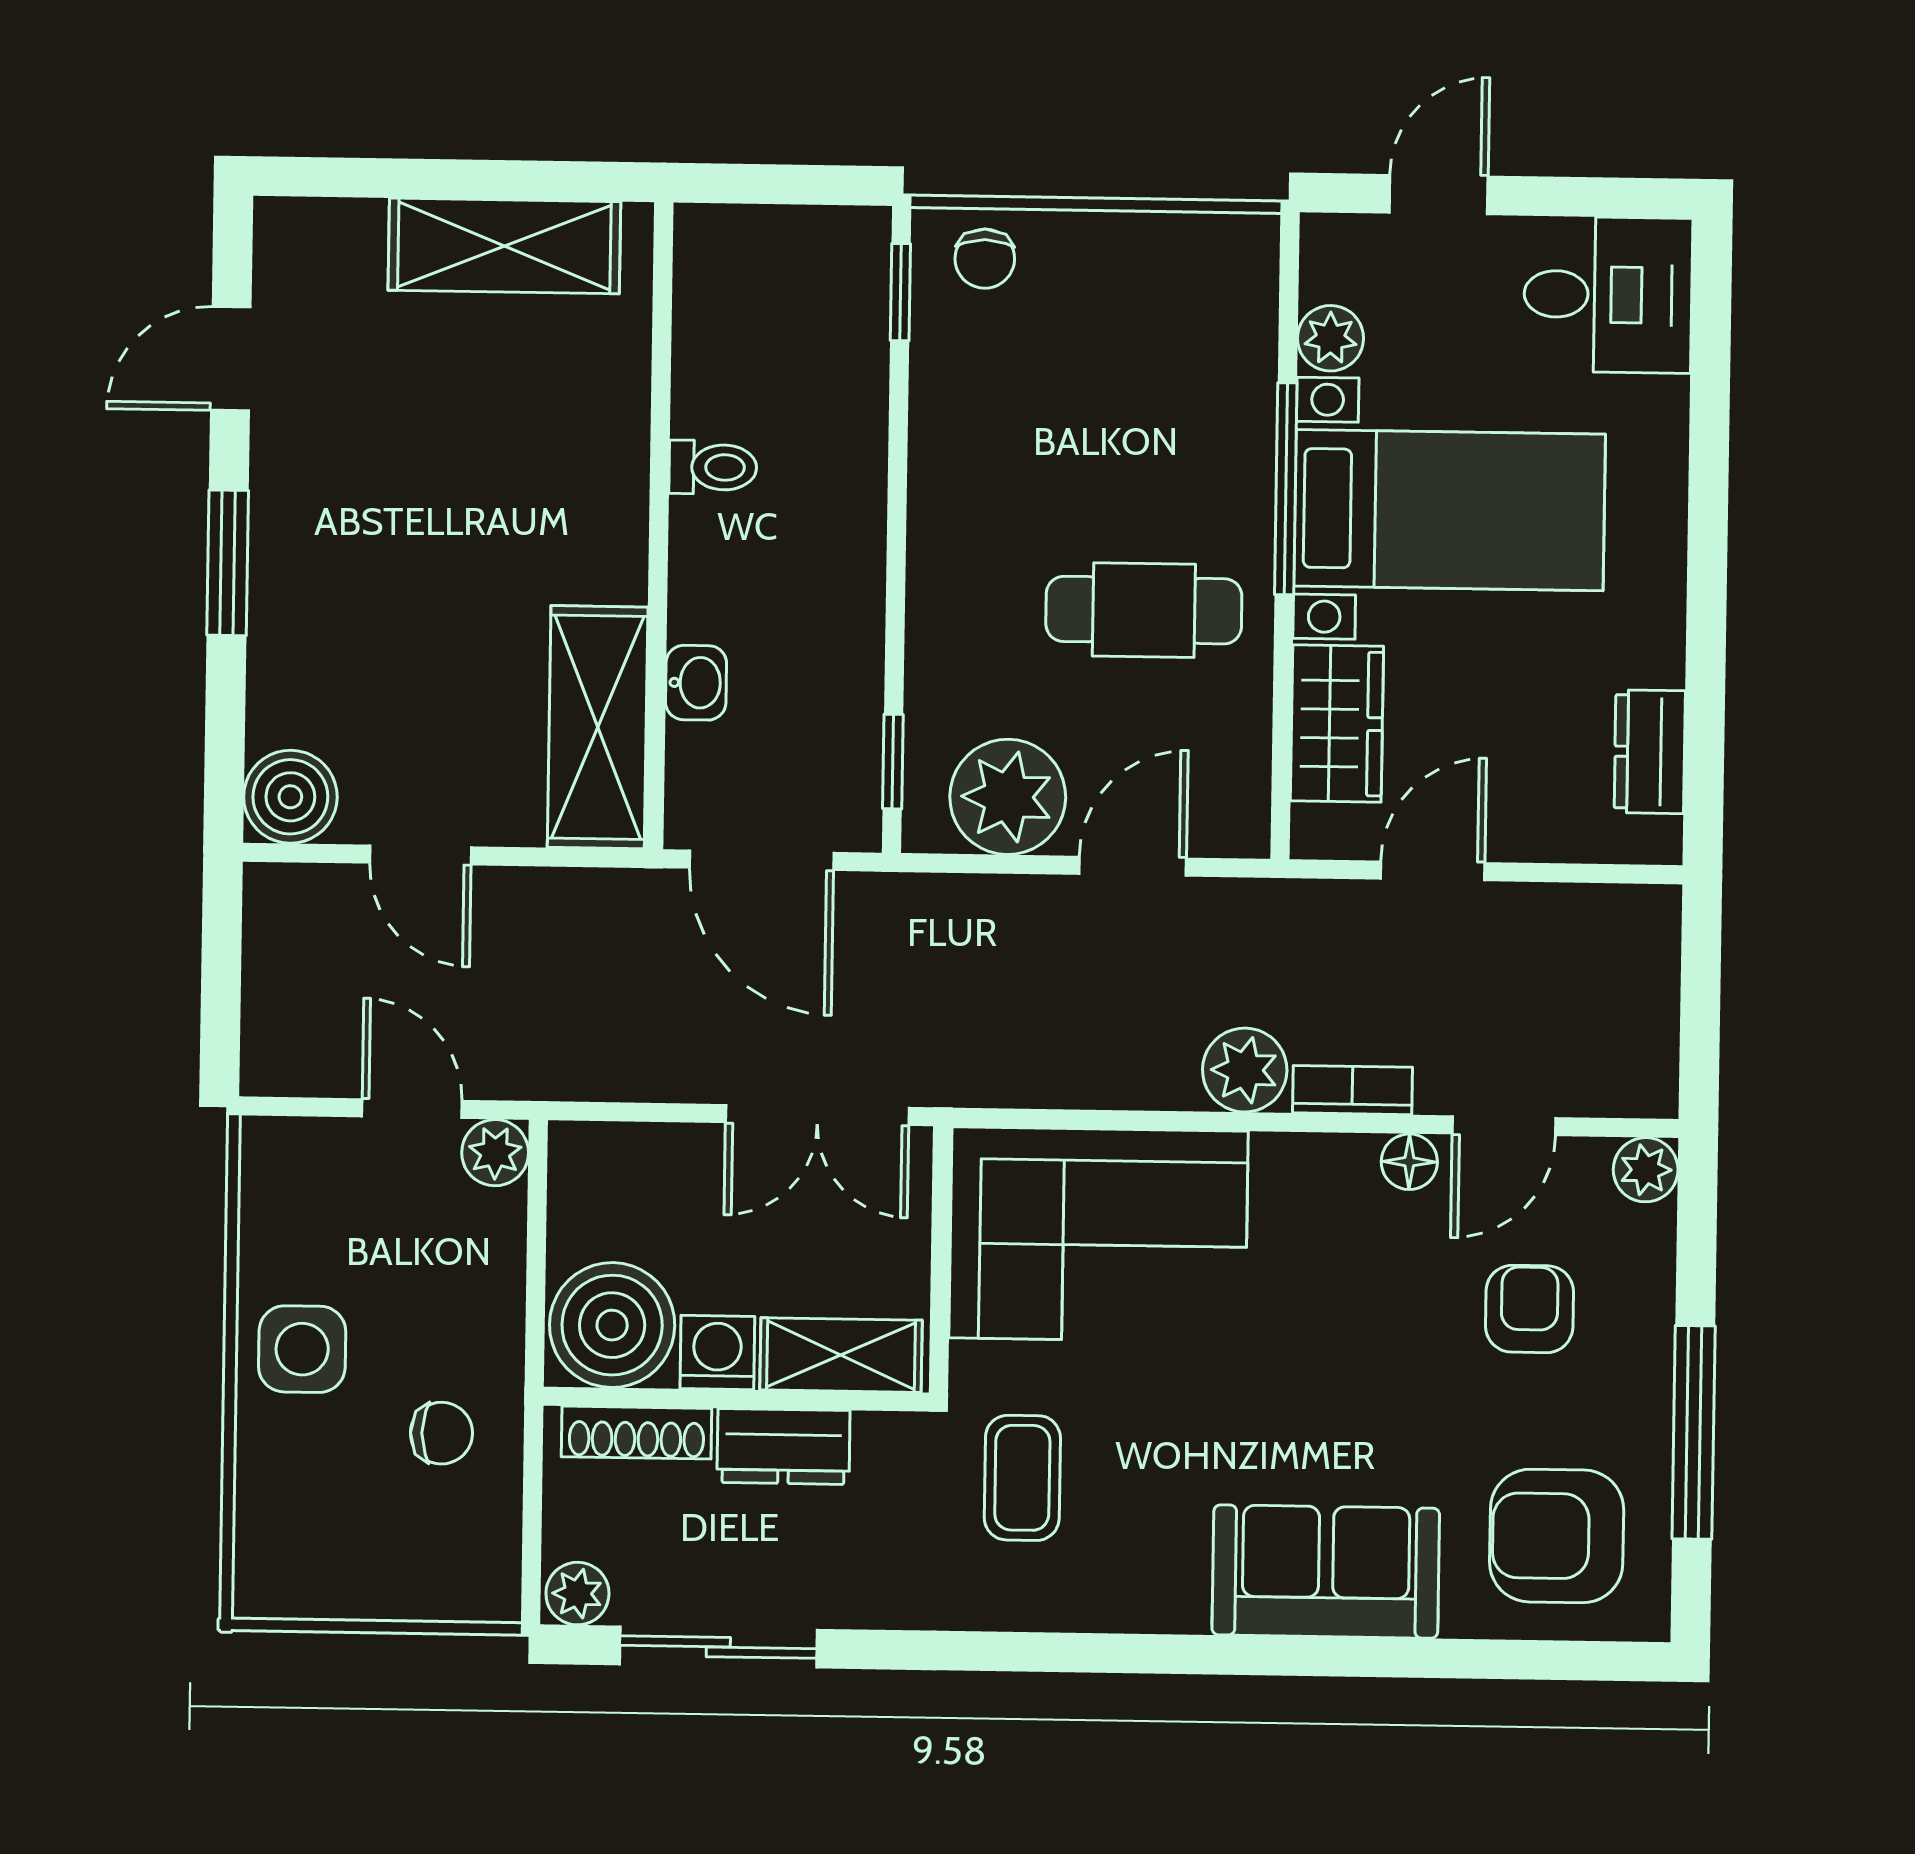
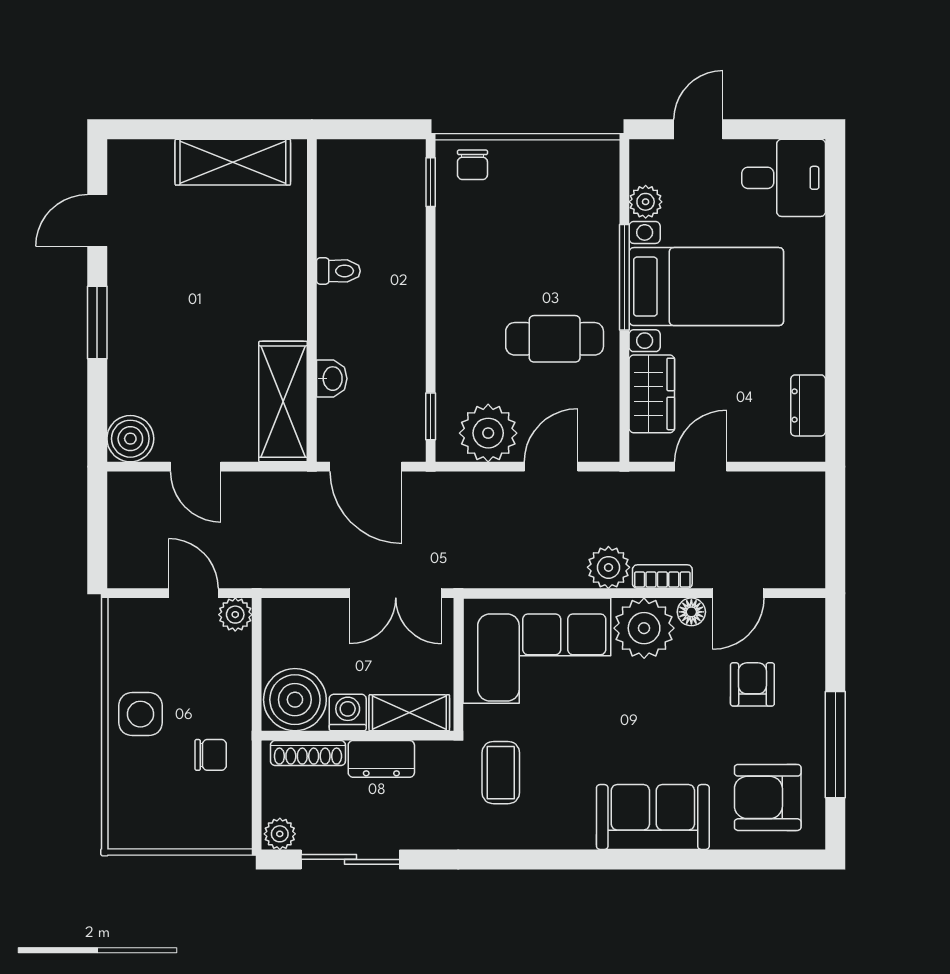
plant: (1646, 1170) -> (644, 628), moved, width x1.88, depth x1.88

